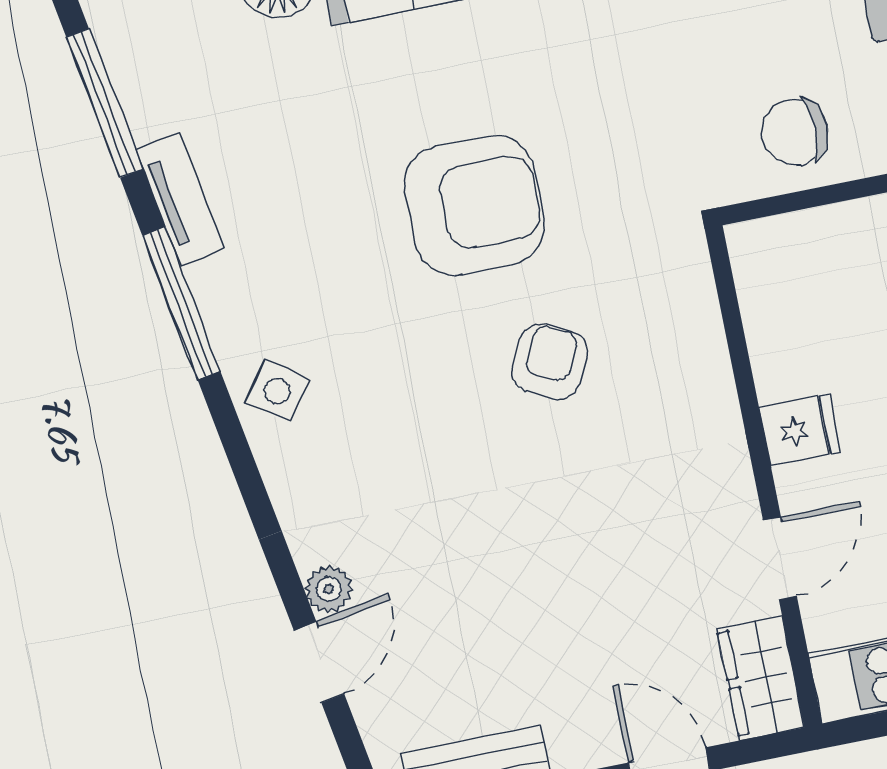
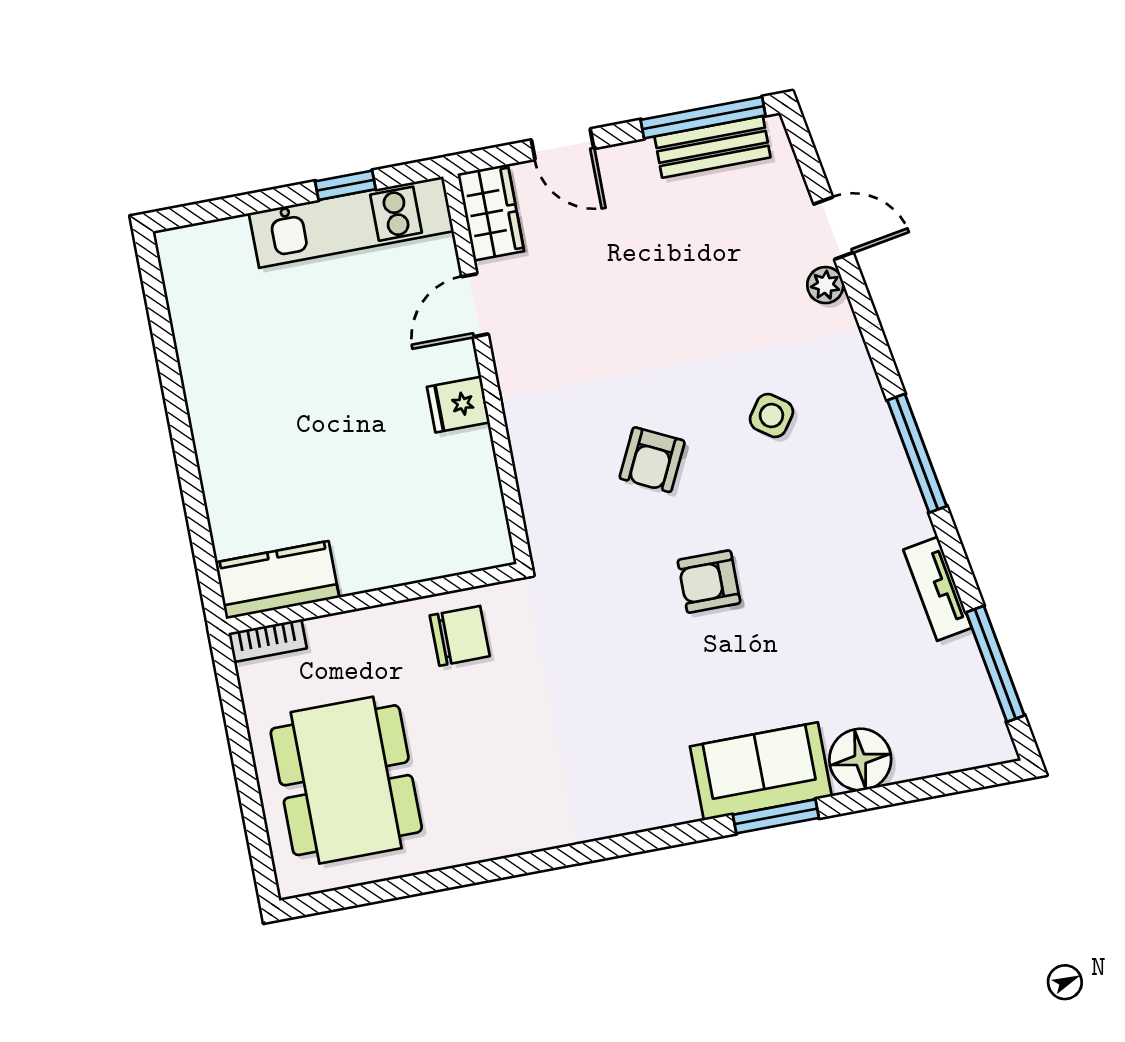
armchair: (475, 205) -> (709, 582), width x0.53, depth x0.53
window: (181, 303) -> (917, 453), moved
side table: (277, 391) -> (771, 415), moved
door: (319, 662) -> (834, 228), swing flipped

